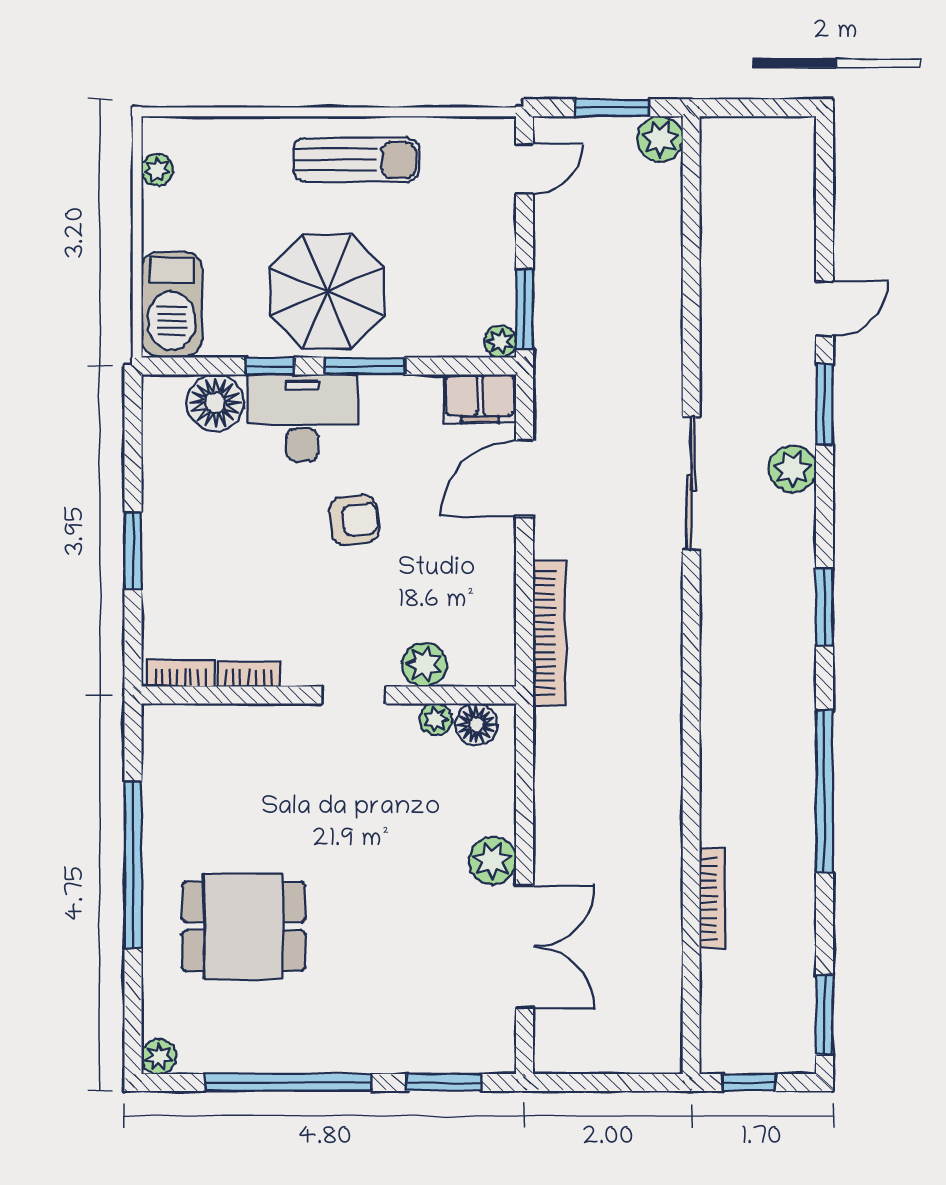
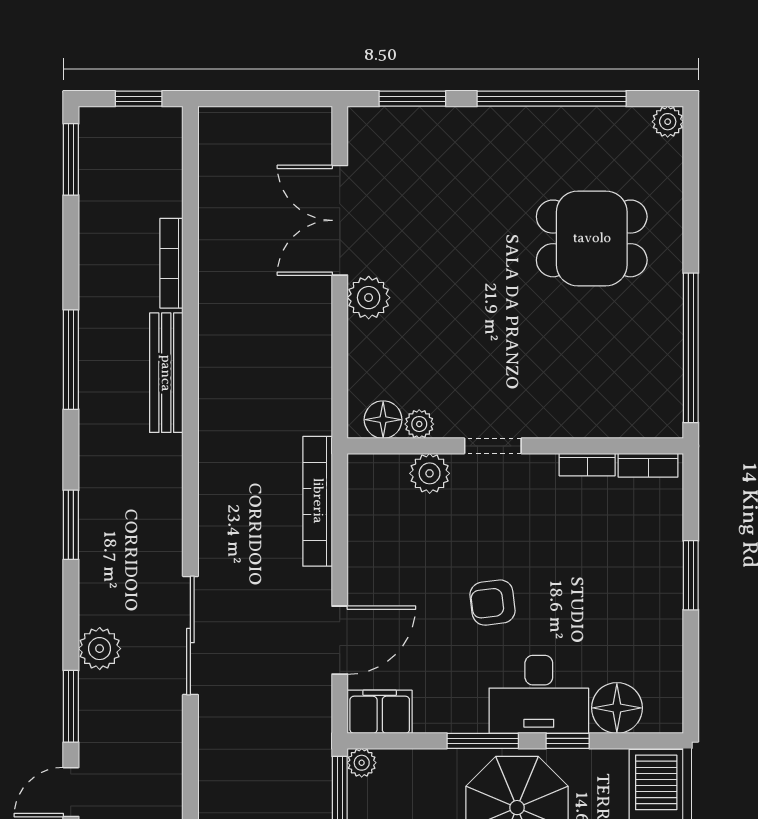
bench: (718, 777) -> (166, 373), added
window: (824, 791) -> (71, 360), width x0.68
window: (133, 865) -> (691, 348), moved

